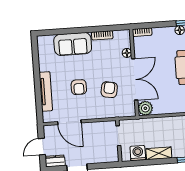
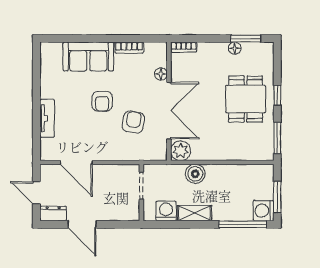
armchair: (79, 87) -> (102, 101), moved
tv unit: (46, 91) -> (47, 118), width x0.71
boiler: (157, 124) -> (195, 174), added
door: (42, 147) -> (36, 193), hinge flipped

